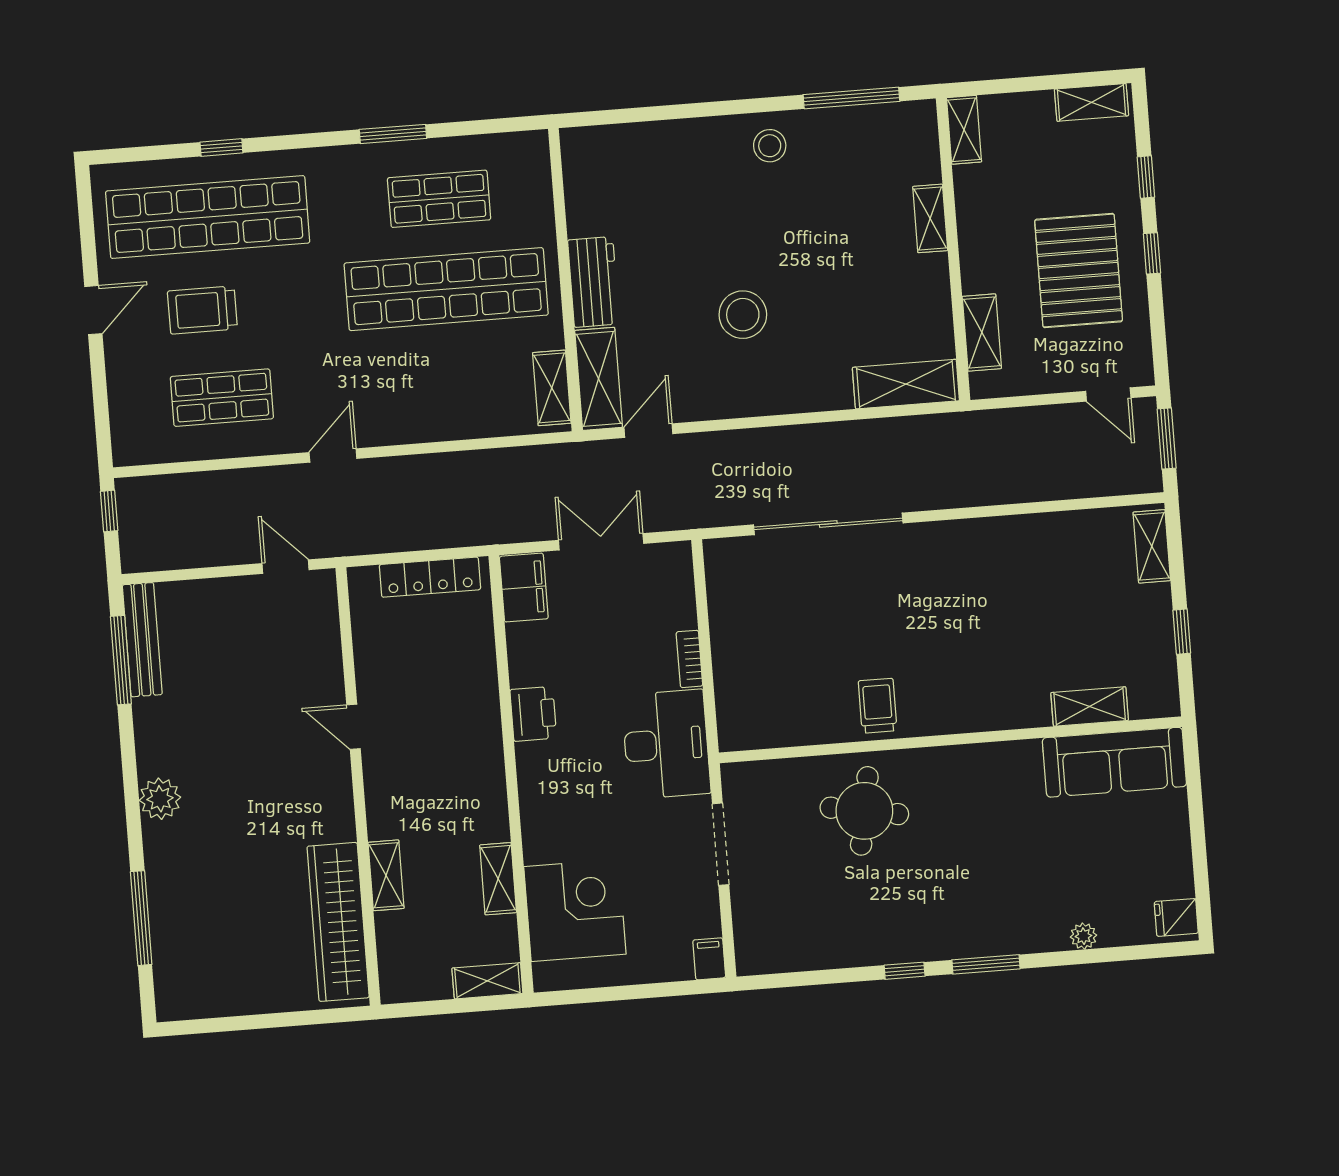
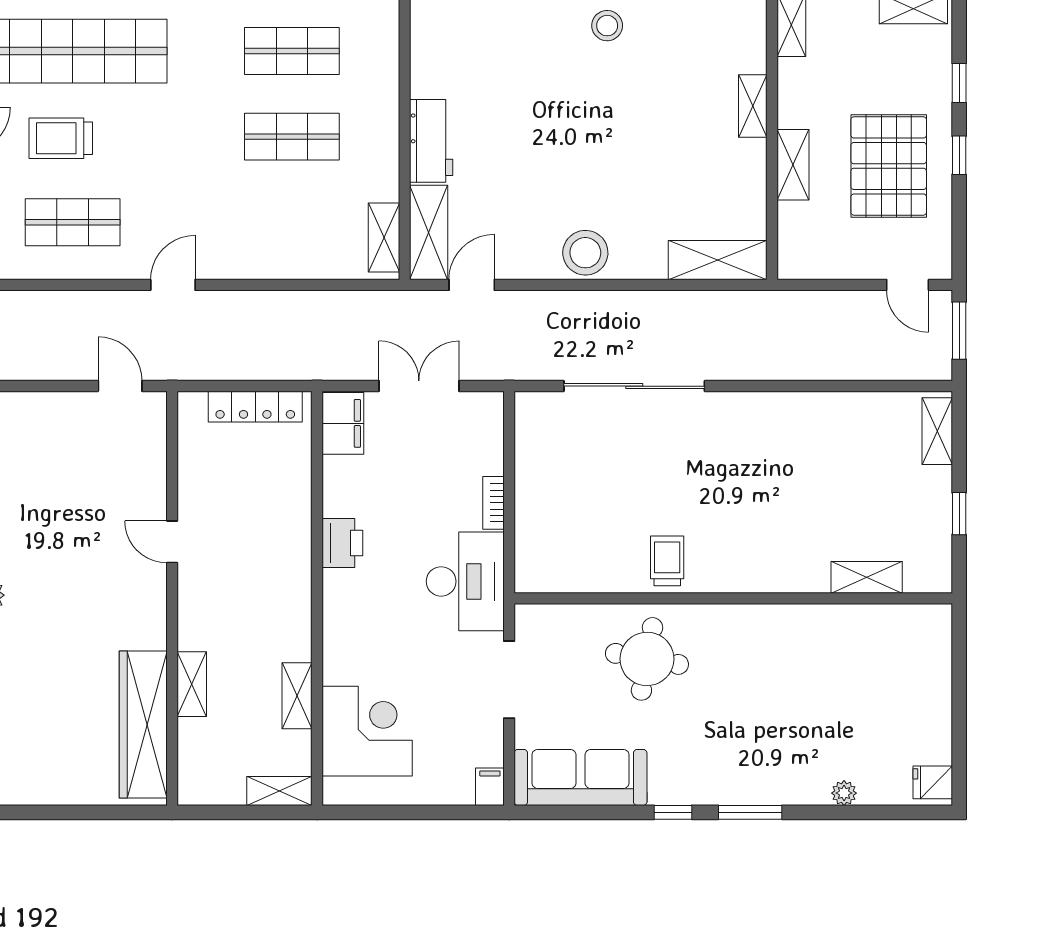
shop shelf: (446, 289) -> (292, 137), width x0.50, depth x0.74
stool: (743, 315) -> (585, 253), moved
shelving: (982, 332) -> (793, 165), moved
sofa: (1114, 762) -> (581, 777), moved, turned 180

